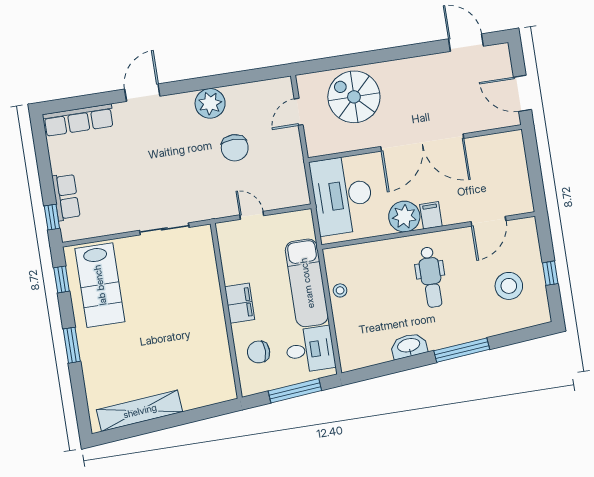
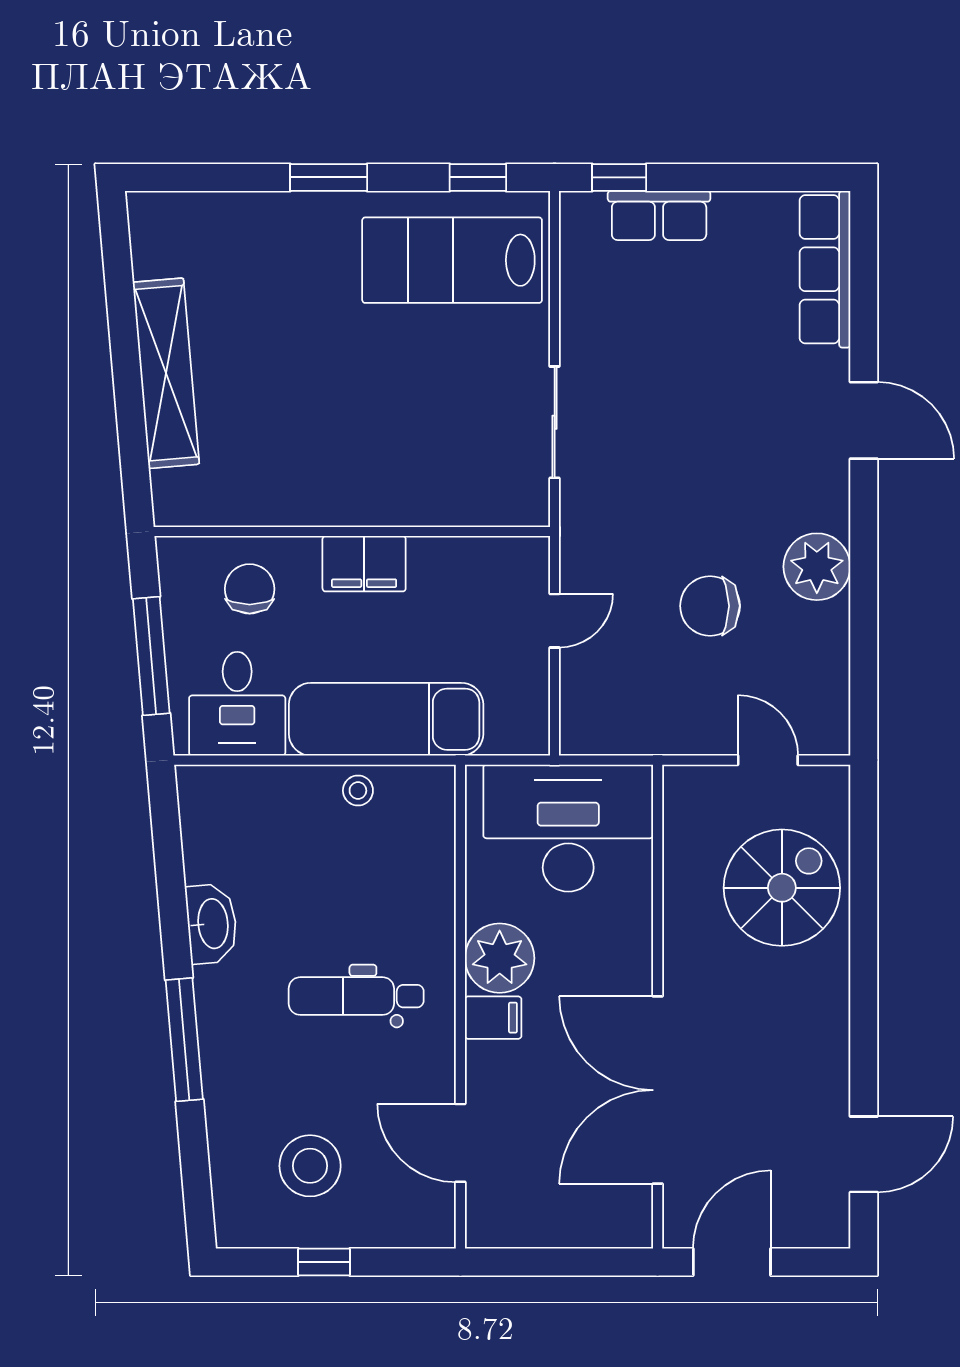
double door: (422, 142) -> (658, 1090), moved
shelving: (140, 411) -> (166, 373), moved

